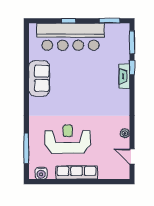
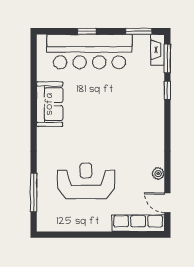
fireplace: (124, 76) -> (158, 50), moved
water cooler: (41, 173) -> (52, 224), removed
row of seats: (77, 173) -> (138, 223), moved

